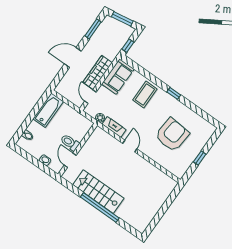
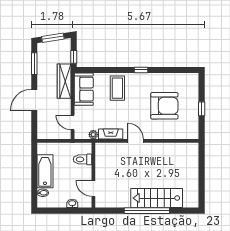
wardrobe: (98, 73) -> (64, 81), moved
bathtub: (48, 110) -> (45, 171), moved
armchair: (172, 135) -> (164, 106), turned 85
toilet: (70, 142) -> (83, 159), moved
stairs: (98, 192) -> (157, 198), moved

